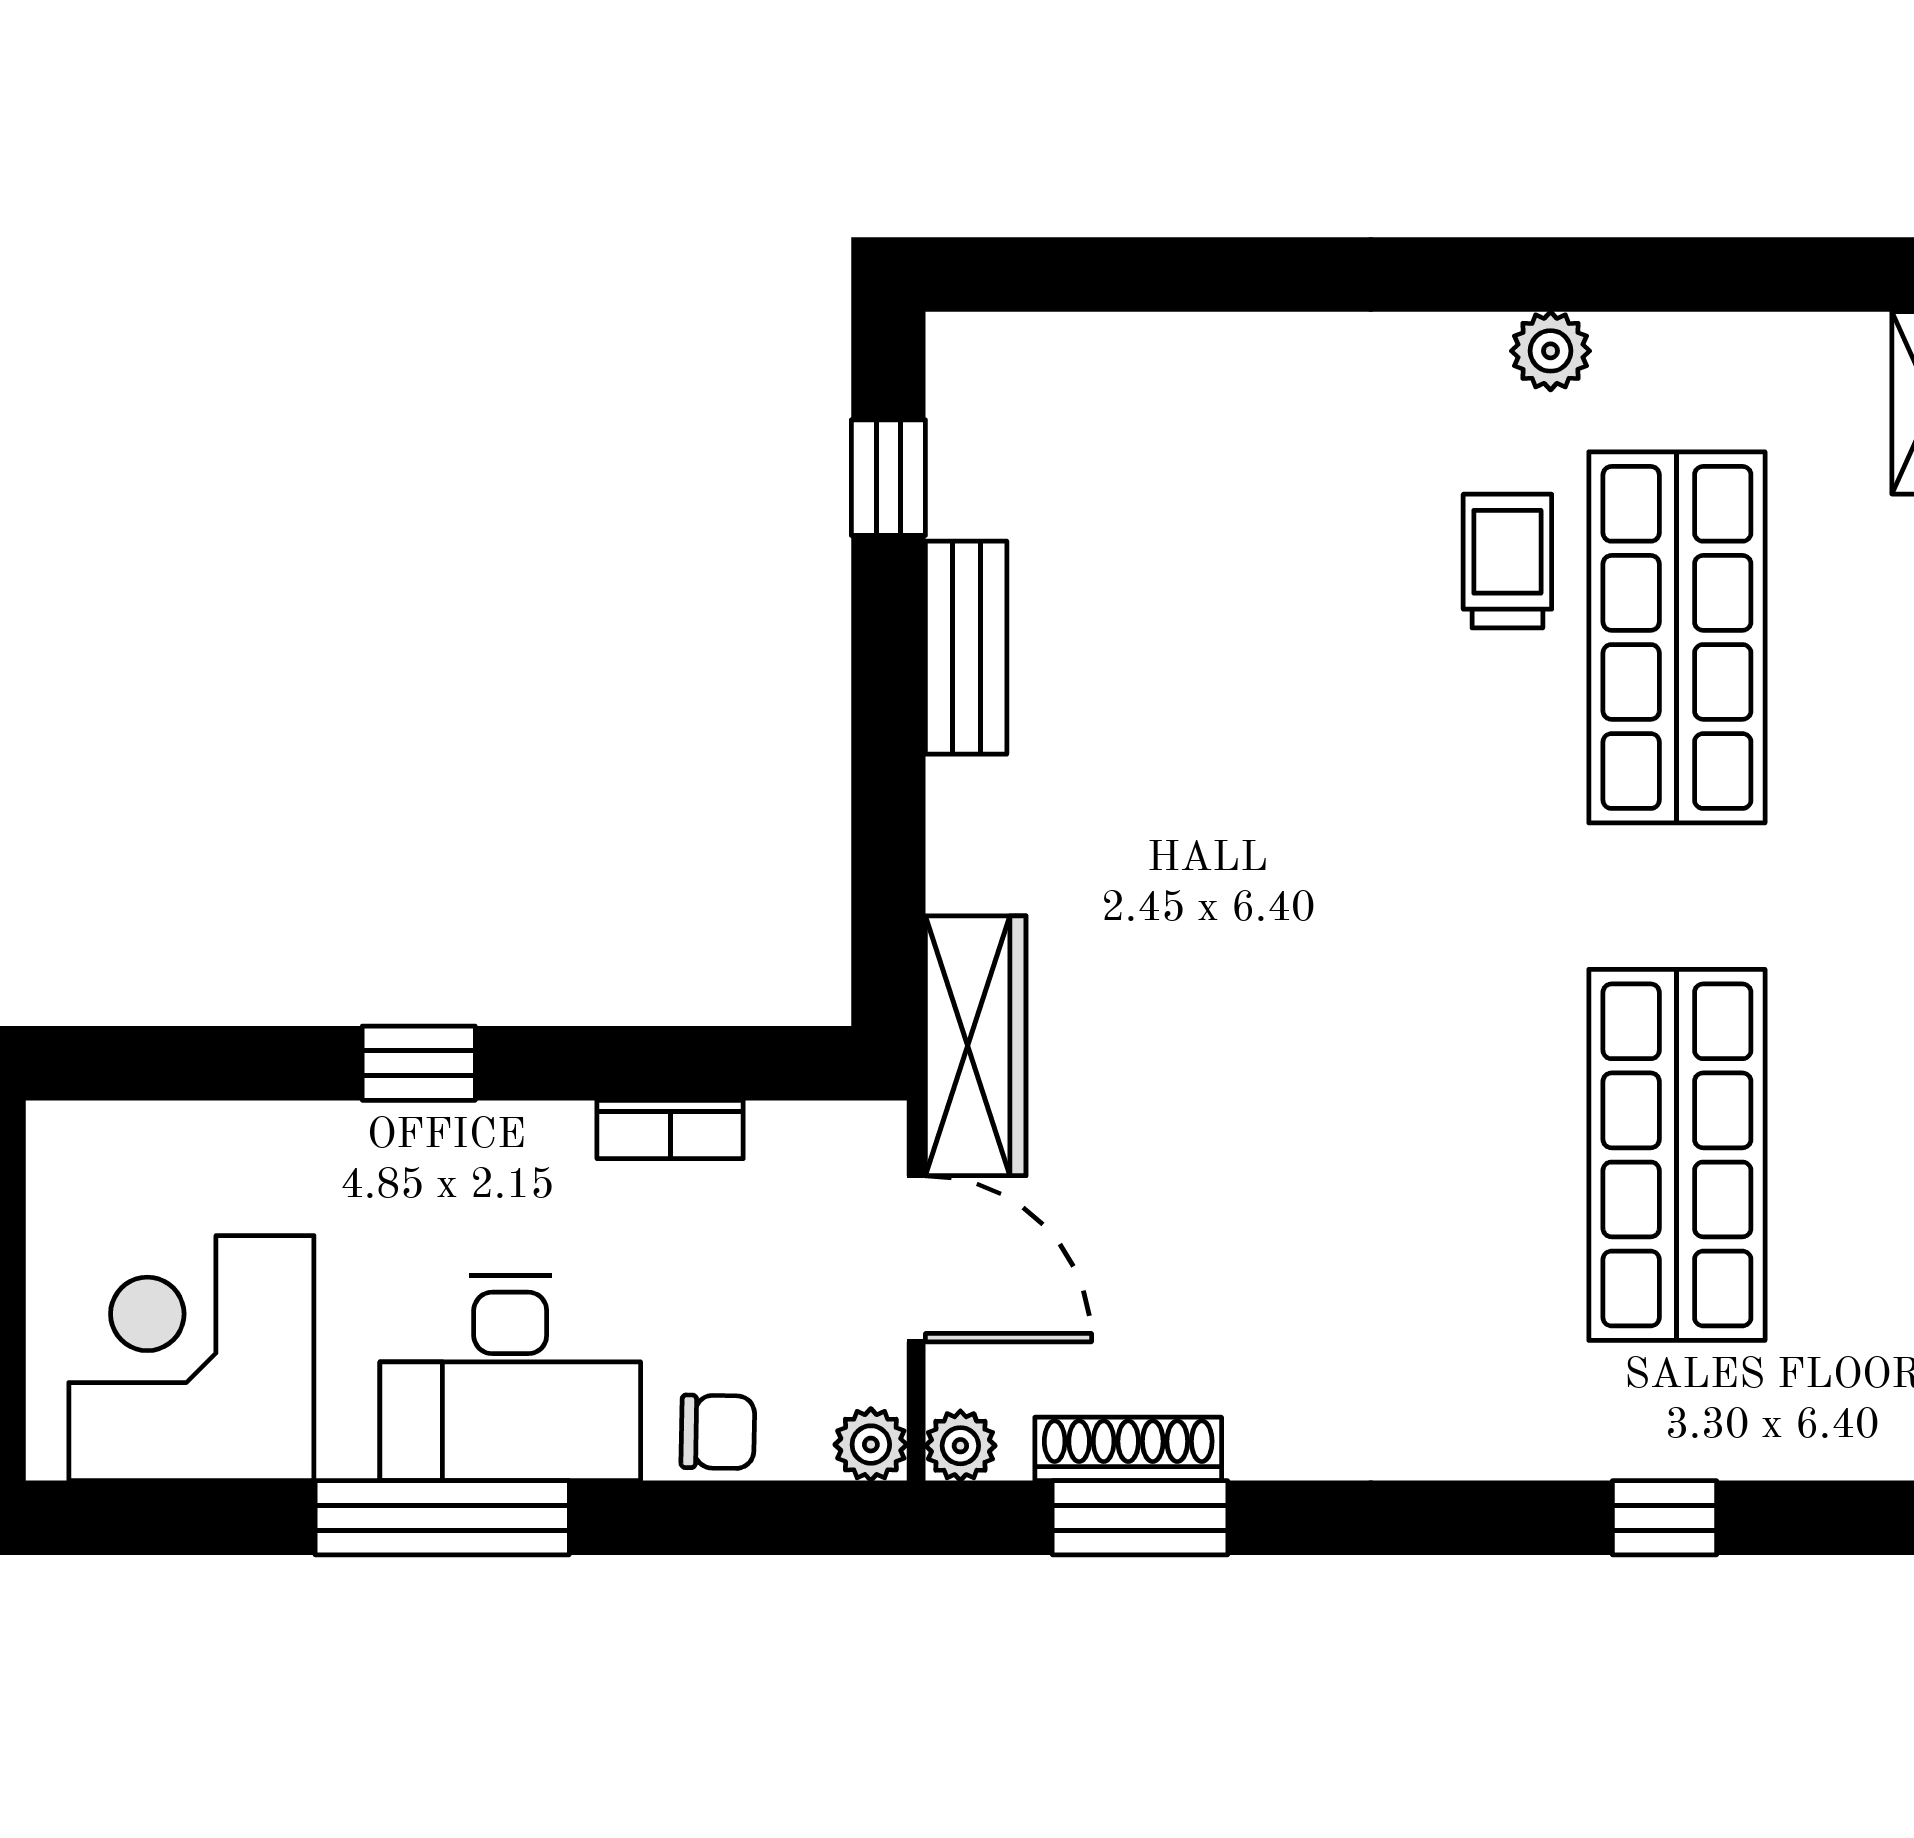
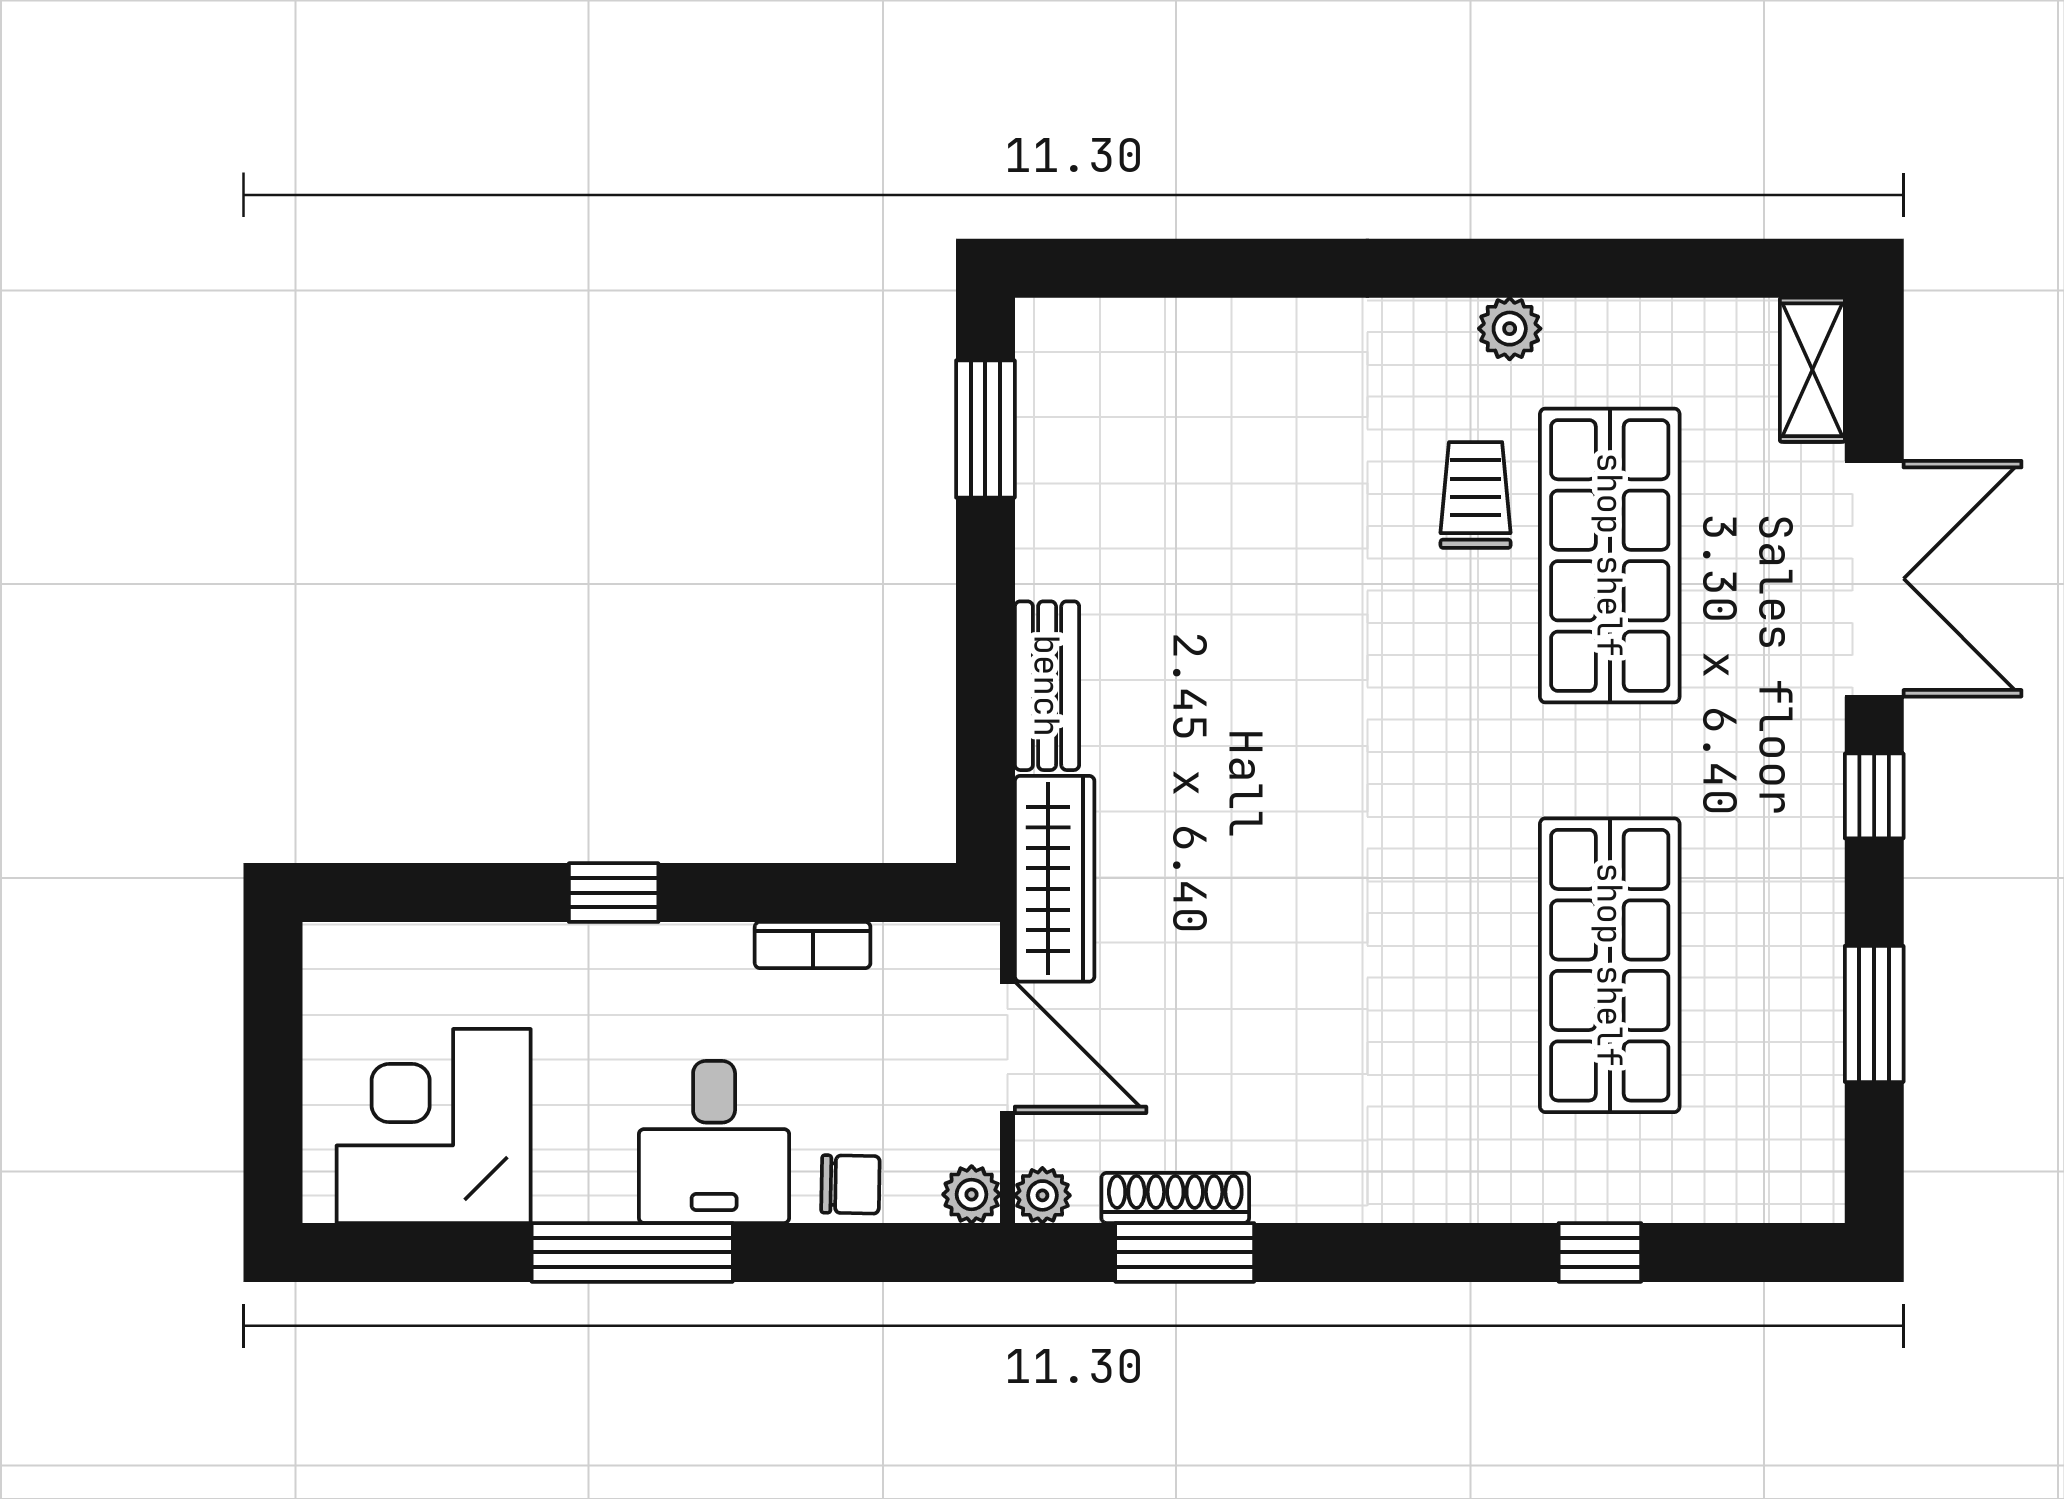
window: (888, 478) -> (985, 429), width x1.50
bench: (966, 648) -> (1047, 686), moved
desk: (510, 1378) -> (714, 1142), width x0.73

